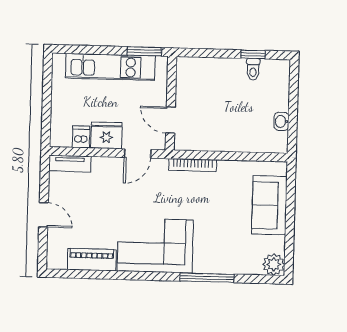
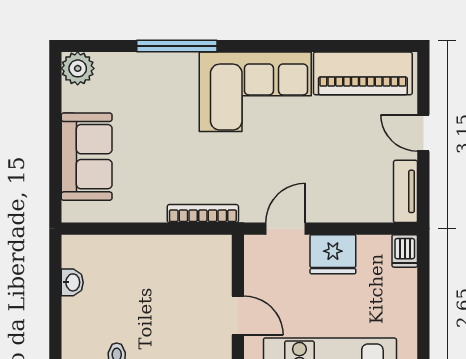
door: (170, 120) -> (238, 316), moved
dishwasher: (81, 137) -> (405, 251), moved
tv unit: (70, 164) -> (406, 191), moved, turned -90
piano: (92, 260) -> (363, 73), width x1.37, depth x1.33

